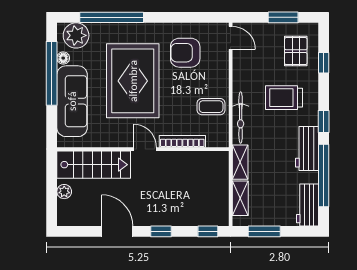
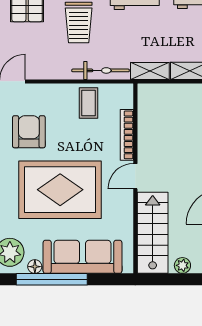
armchair: (185, 53) -> (29, 132), turned 180

